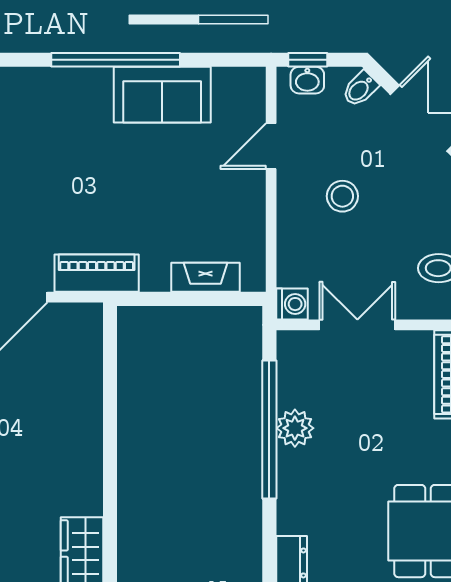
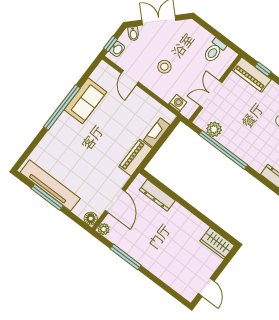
piano: (97, 273) -> (135, 158), moved
washing machine: (292, 304) -> (178, 103), moved
dresser: (87, 369) -> (157, 195), added
plant: (295, 428) -> (214, 129), moved

